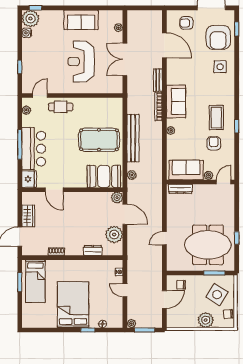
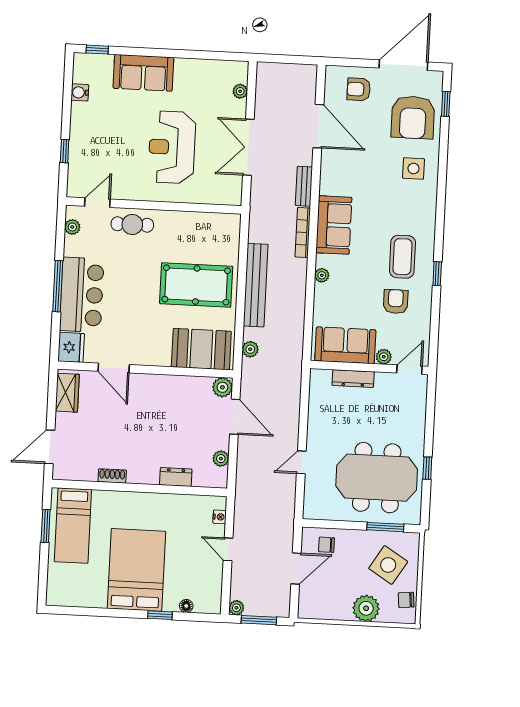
plant: (30, 19) -> (88, 68), removed
sofa: (81, 20) -> (143, 73), moved
dresser: (180, 189) -> (353, 379), moved
wardrobe: (28, 216) -> (67, 393), moved
plant: (114, 235) -> (221, 459), width x0.53, depth x0.53

